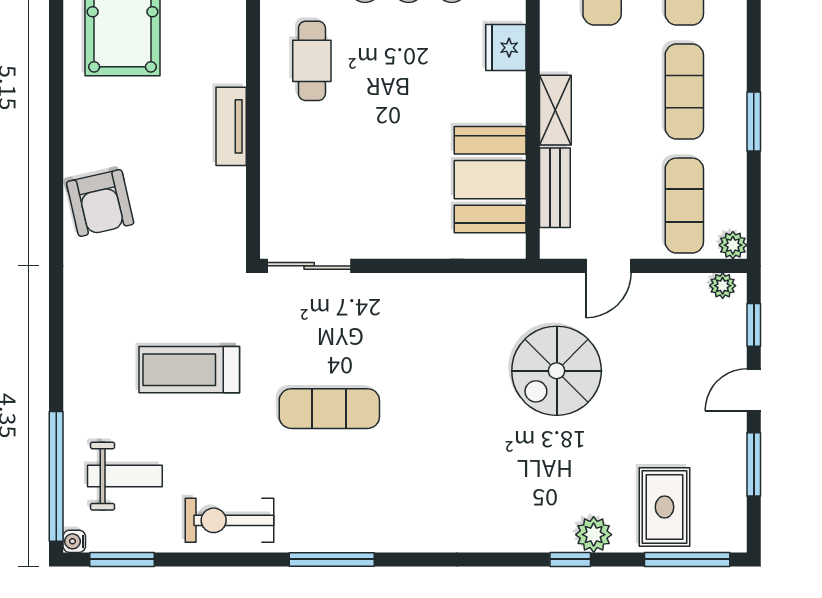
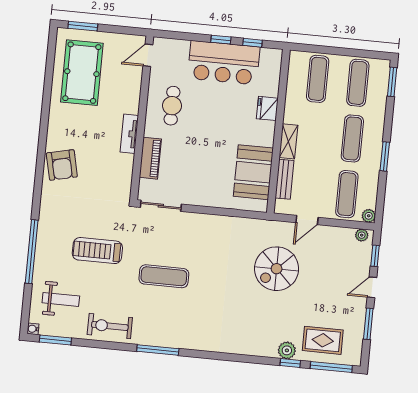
piano: (278, 172) -> (150, 158), added
window: (56, 476) -> (32, 252), moved
rug: (665, 507) -> (323, 340), turned 90
window: (570, 559) -> (290, 363), moved

